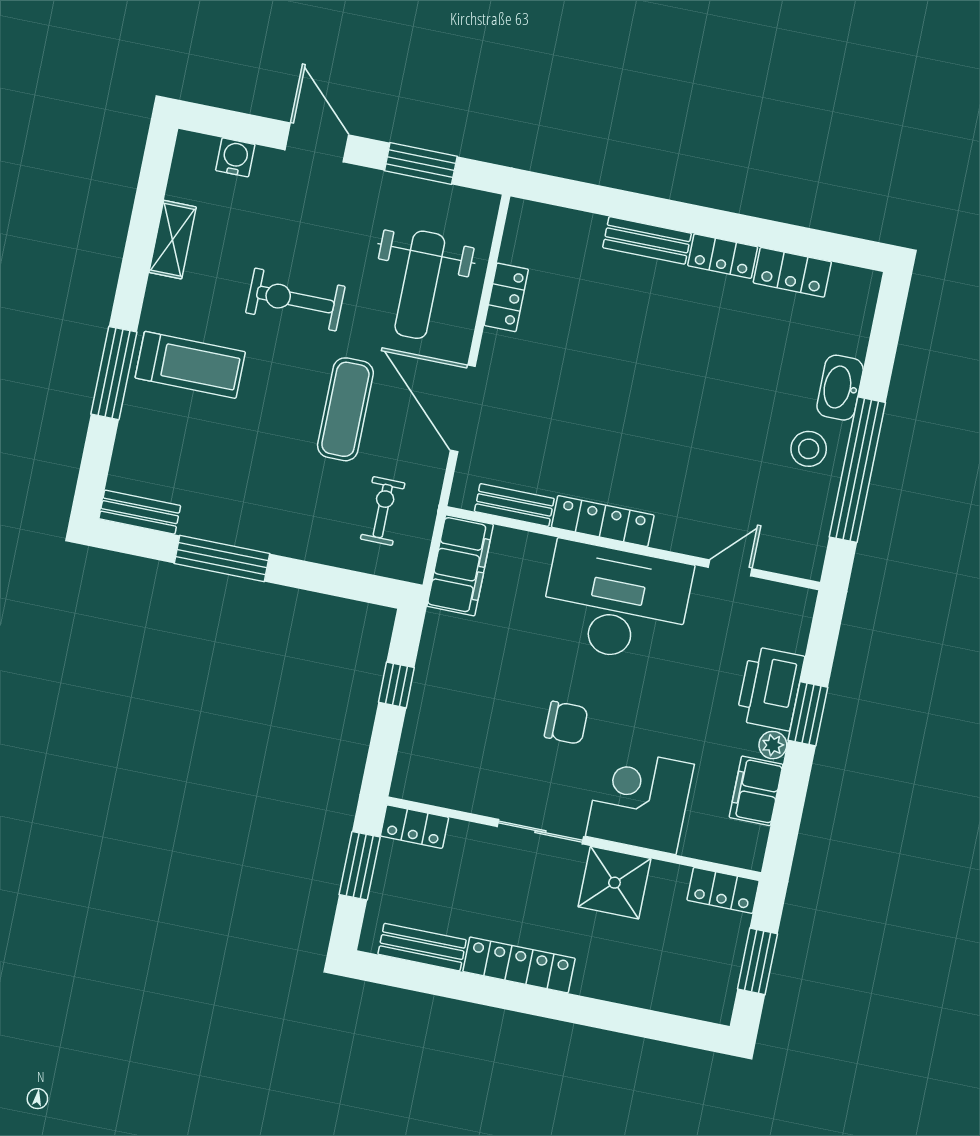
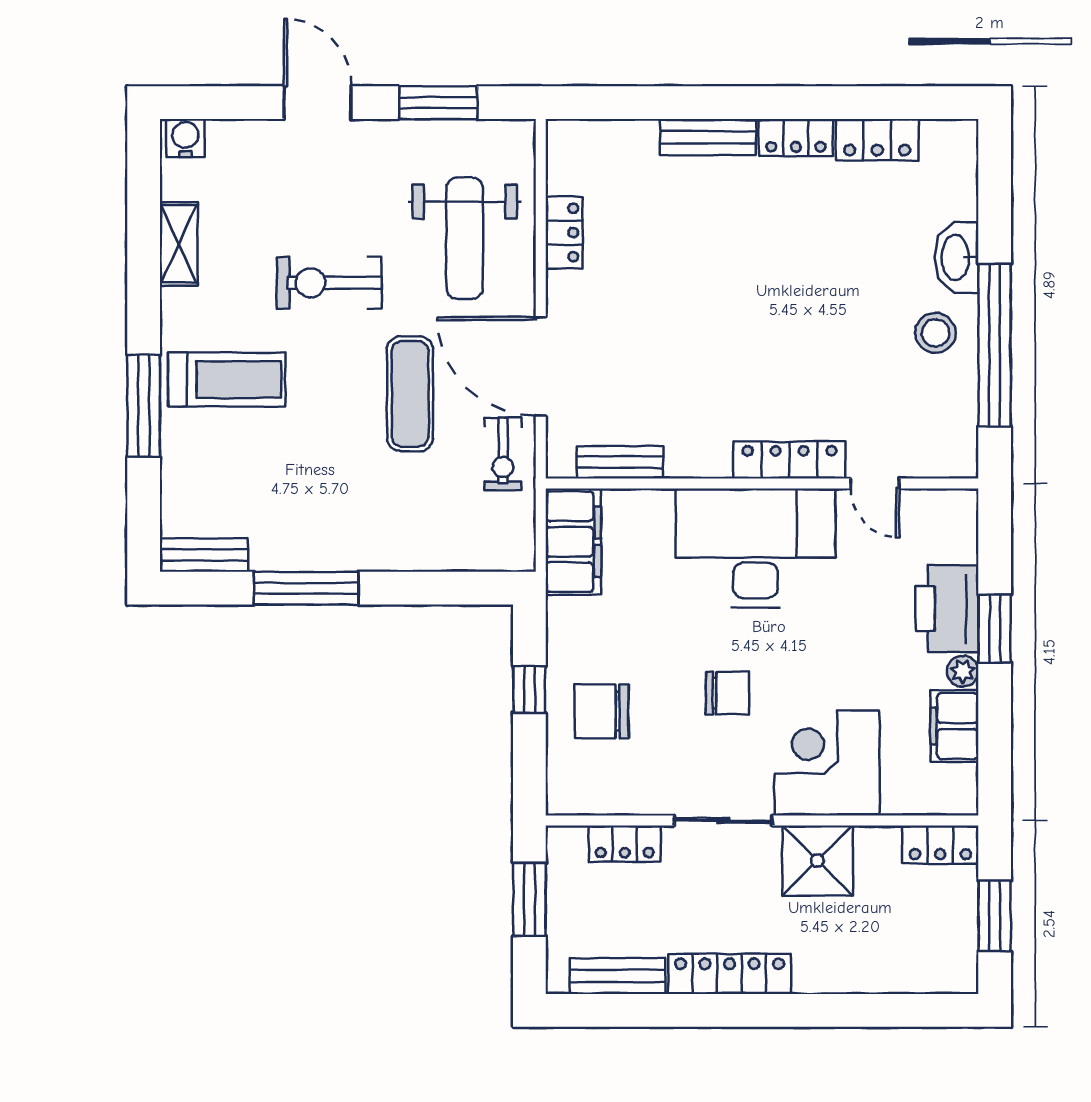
water cooler: (235, 157) -> (185, 138), moved
exercise bike: (383, 511) -> (503, 454), moved, turned 180
locker: (603, 521) -> (790, 460), moved
door: (730, 568) -> (875, 483), swing flipped
chair: (455, 716) -> (602, 711), added
locker: (414, 827) -> (625, 843), moved

